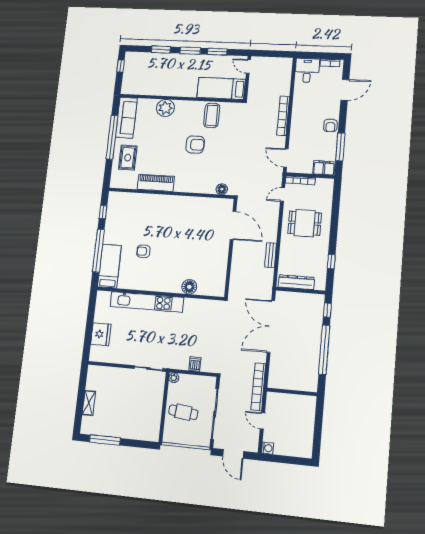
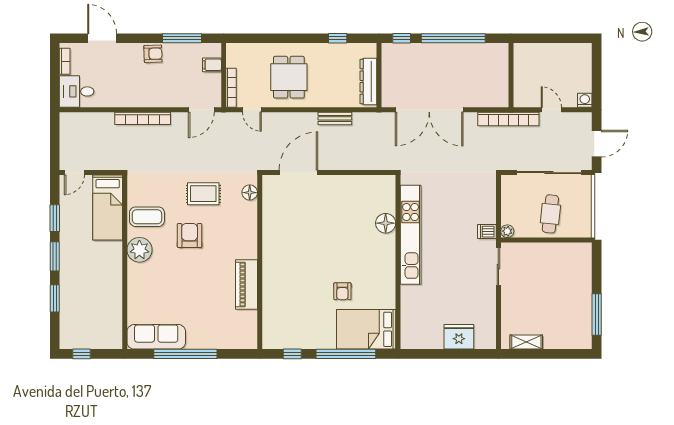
plant: (165, 108) -> (139, 250), moved
rug: (128, 158) -> (203, 194), moved
filing cabinet: (324, 168) -> (212, 65), width x0.50
bed: (109, 266) -> (366, 329), width x1.50
kitchen unit: (147, 302) -> (411, 235), moved
dishwasher: (195, 364) -> (487, 232), moved
shelving: (89, 403) -> (526, 342), moved
door: (262, 421) -> (551, 110), swing flipped

